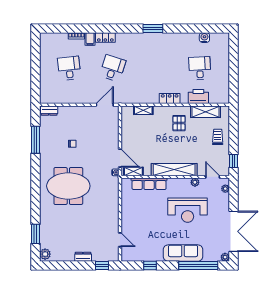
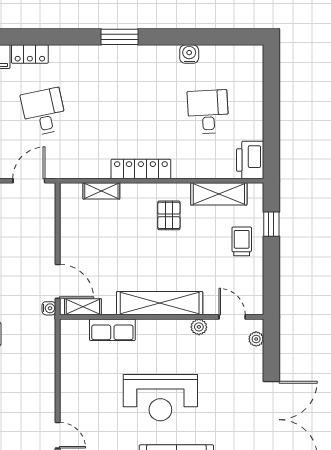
water cooler: (204, 38) -> (189, 54), moved
desk: (113, 68) -> (44, 112), turned -30
printer: (198, 97) -> (250, 160), moved, turned -90
locker: (170, 99) -> (141, 169), width x1.53
window: (233, 161) -> (271, 224), moved
row of seats: (149, 184) -> (112, 330), width x0.68
reception desk: (188, 210) -> (160, 398), moved

